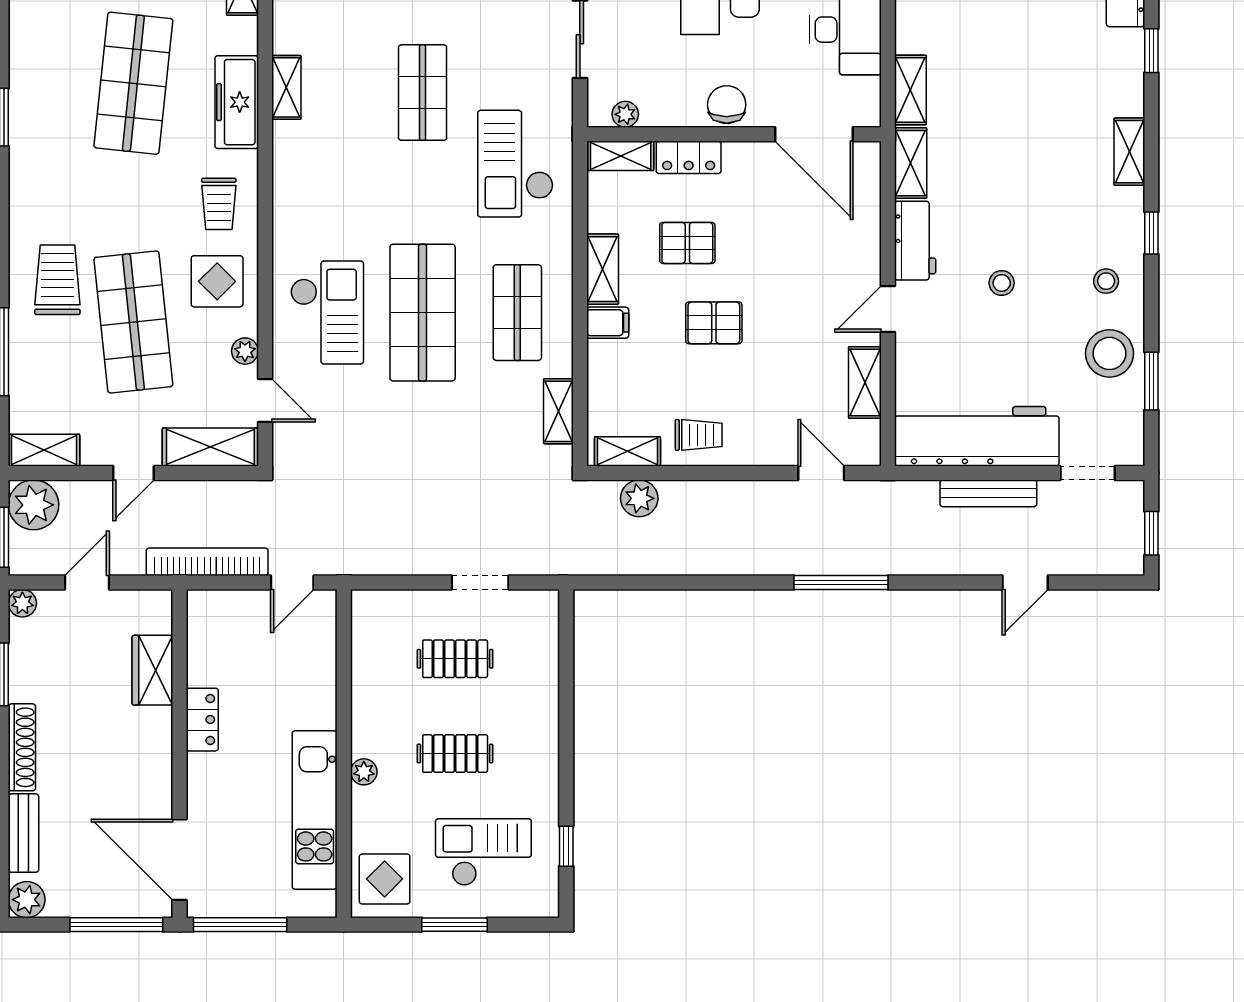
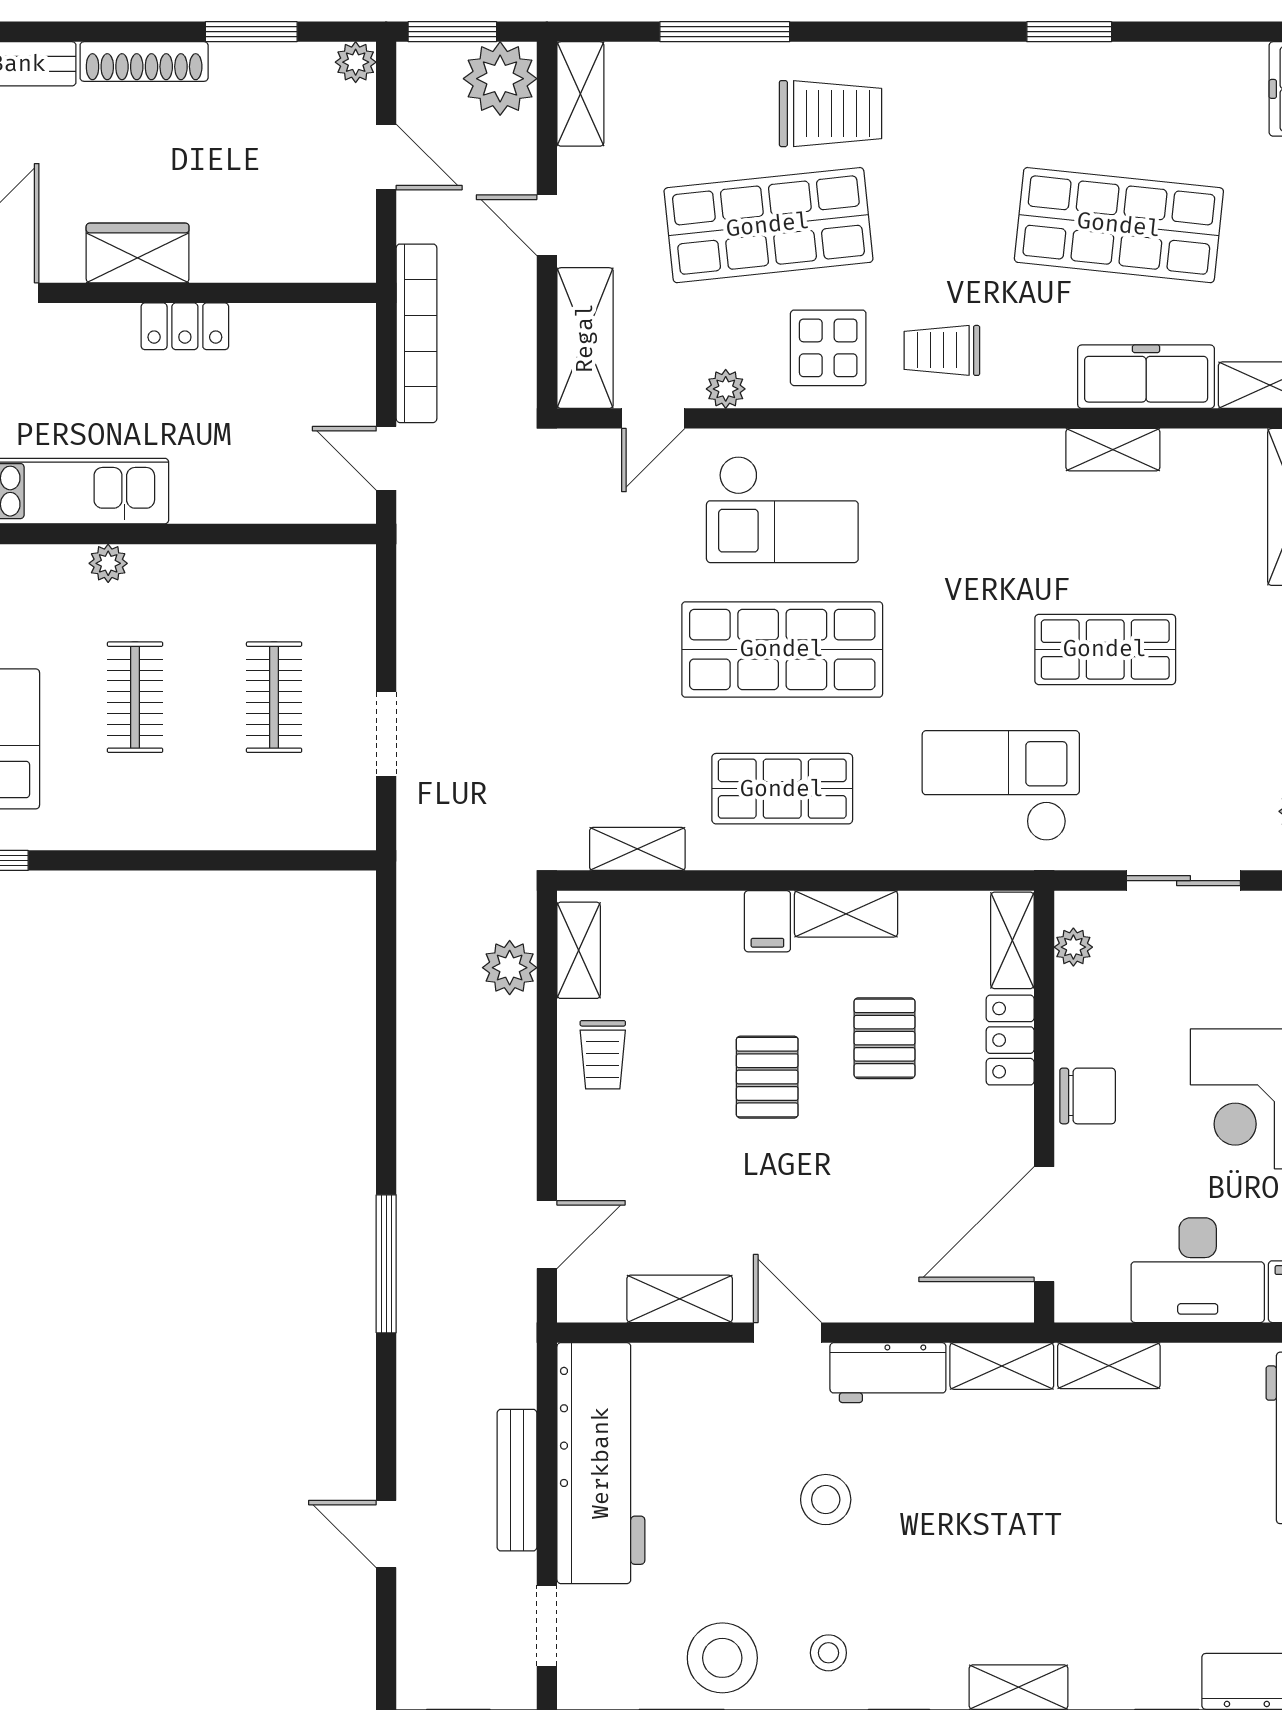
freezer: (237, 102) -> (1146, 377), moved
stool: (1002, 283) -> (826, 1500), width x1.37, depth x1.37
wardrobe: (152, 670) -> (138, 253), moved

